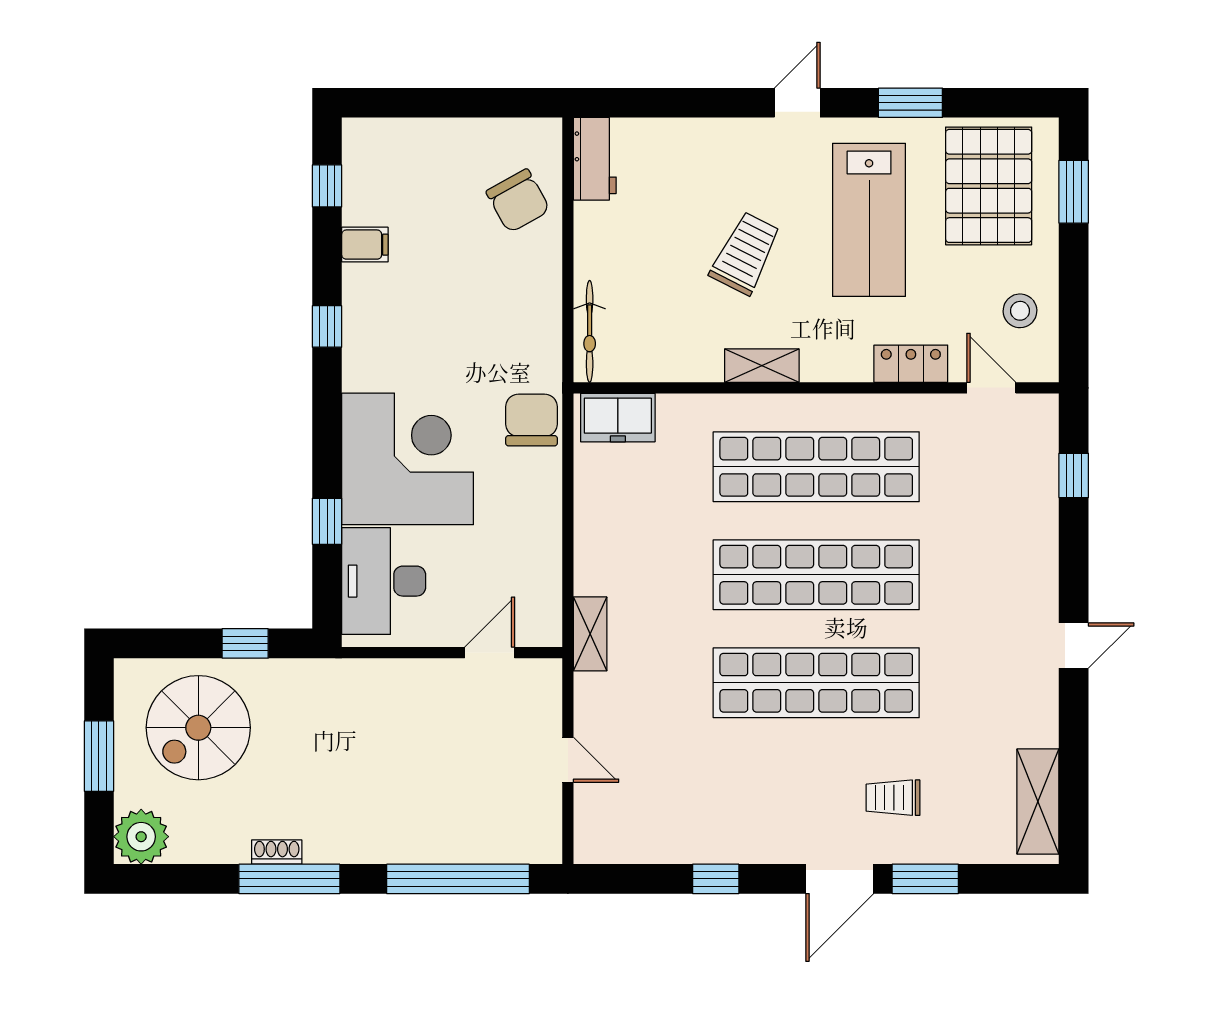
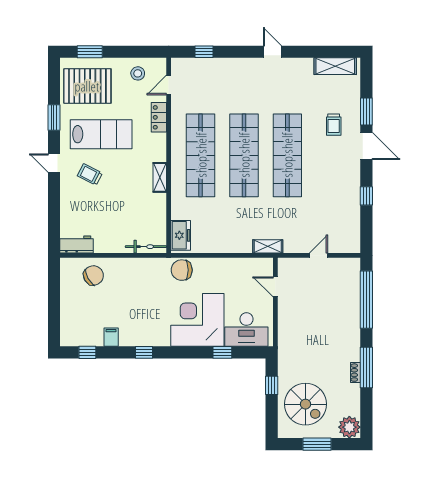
trolley: (745, 253) -> (90, 174), moved, width x0.73, depth x0.72

